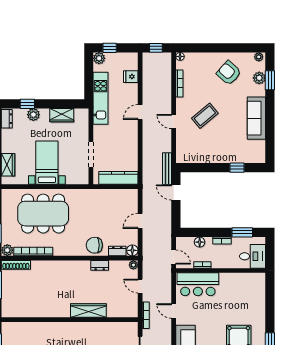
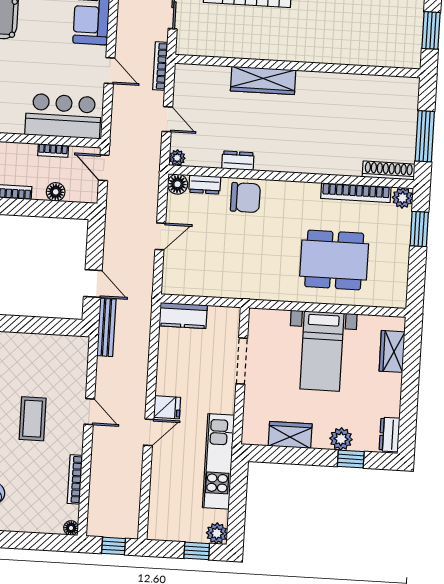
fridge: (131, 77) -> (167, 407), moved
coffee table: (205, 116) -> (33, 419), turned -50
kitchen counter: (118, 178) -> (183, 315), width x0.67
dining table: (43, 214) -> (334, 260), width x0.73, depth x0.80

